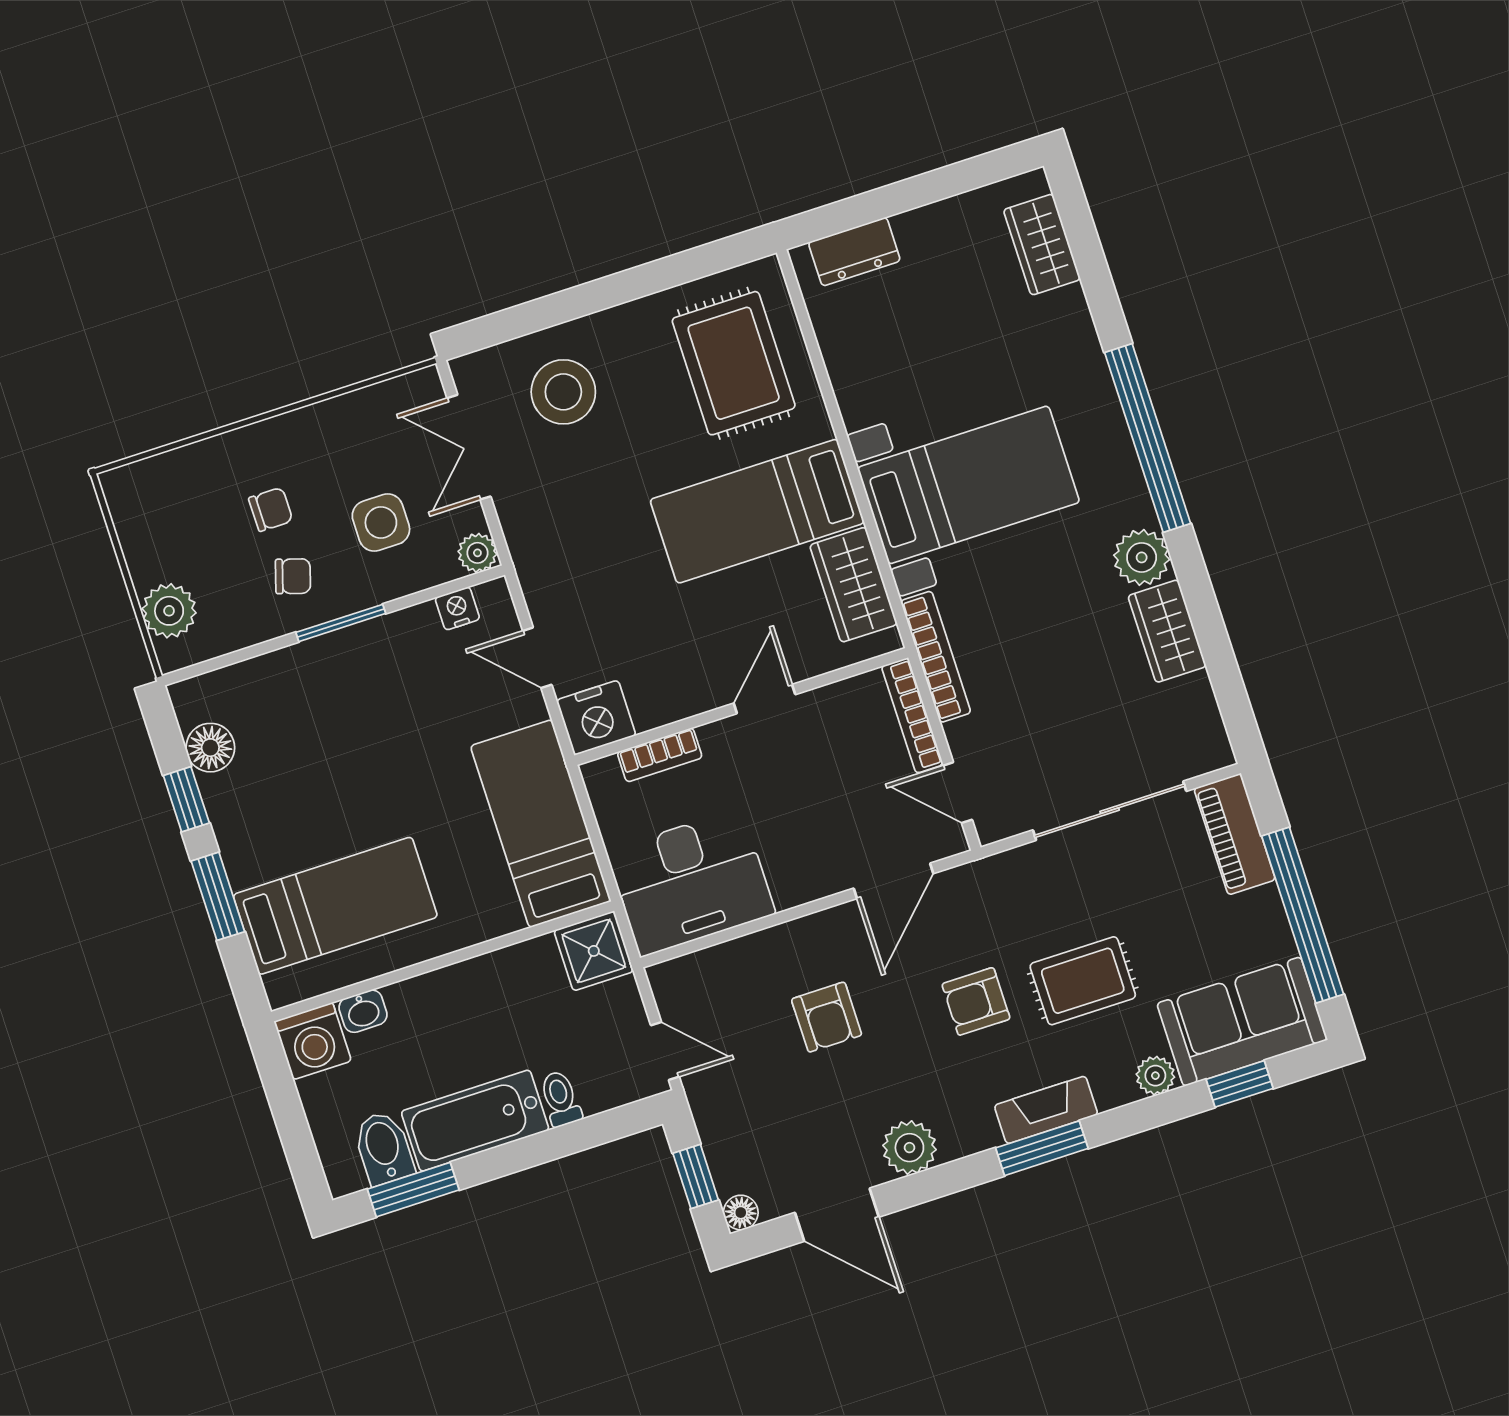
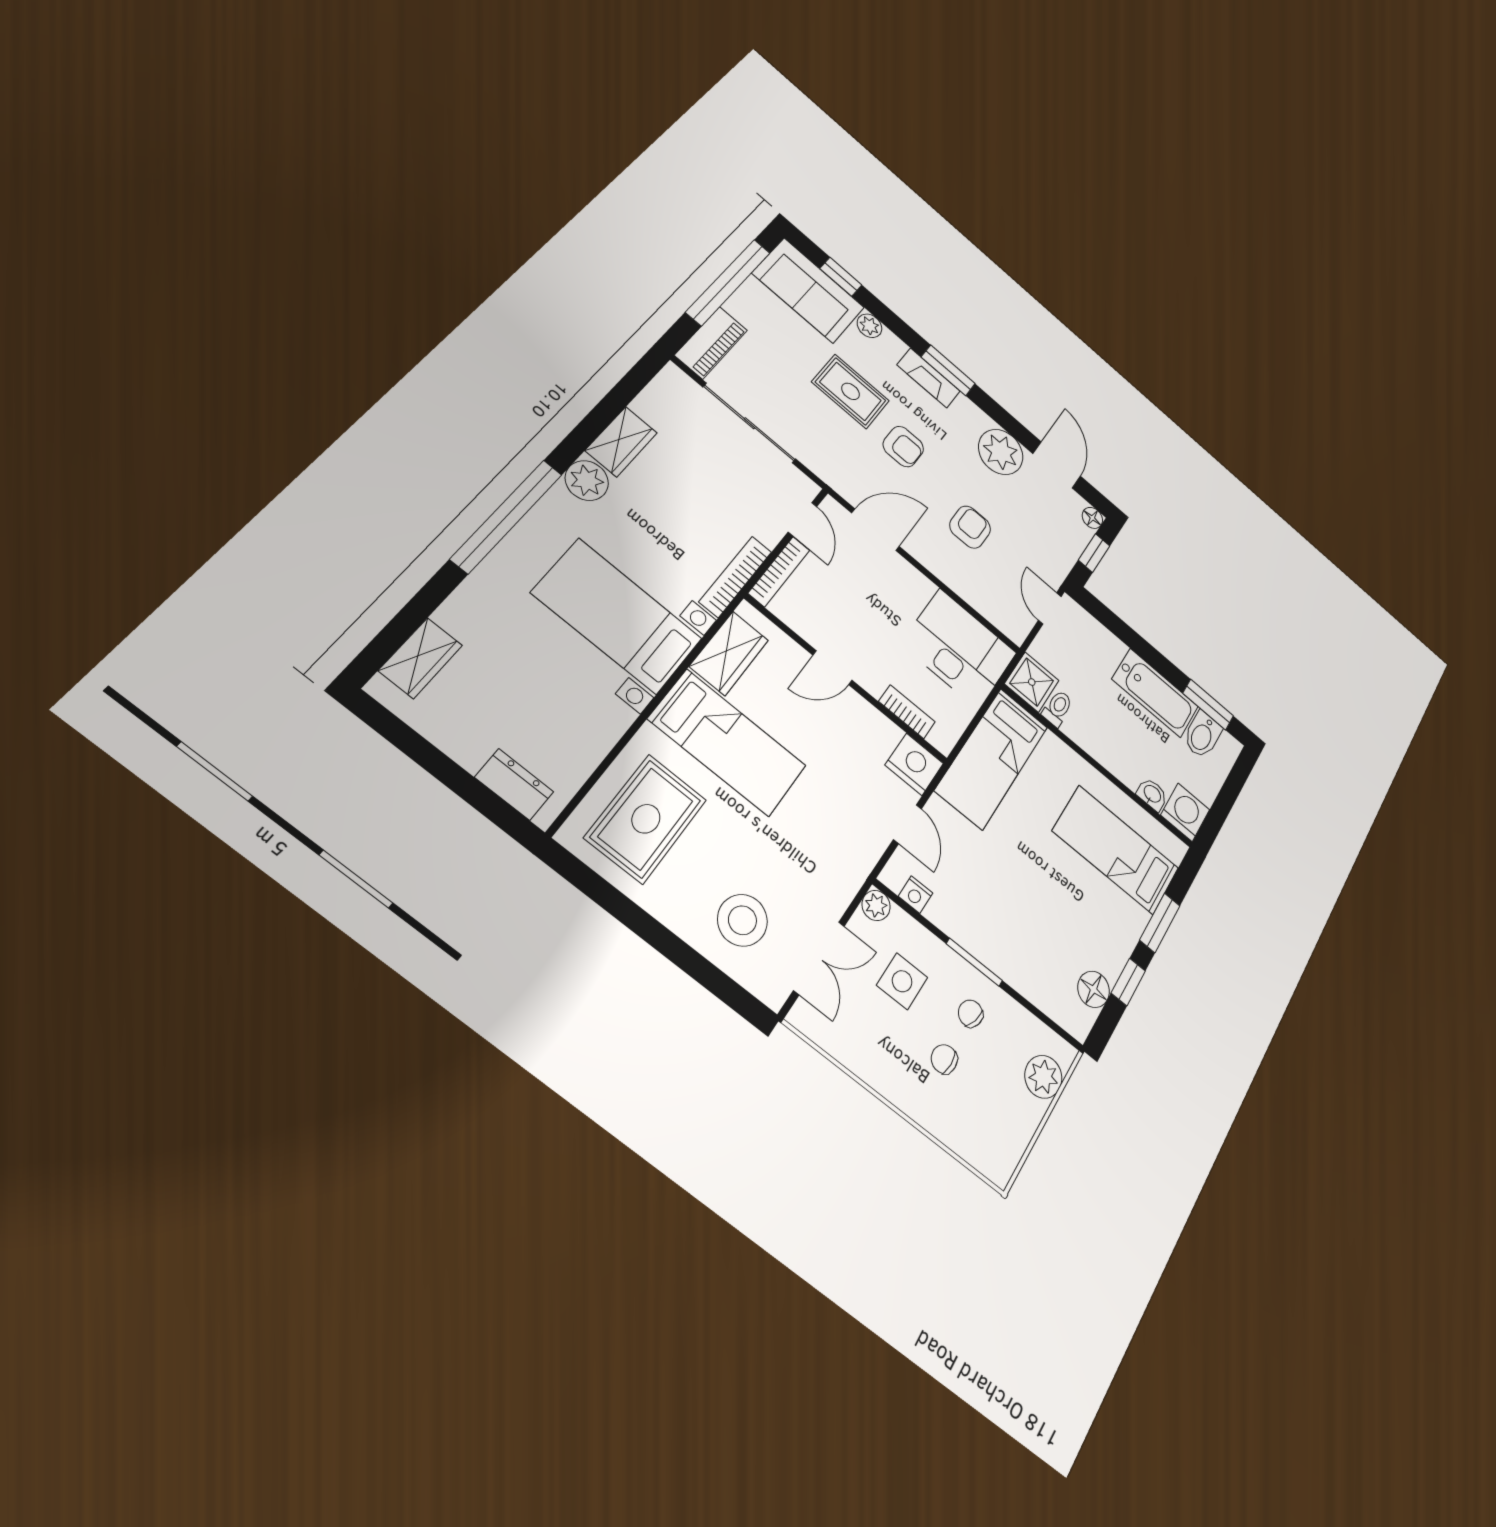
toilet: (560, 1099) -> (1058, 708), moved, turned 180
plant: (909, 1148) -> (1001, 452), width x1.36, depth x1.36

